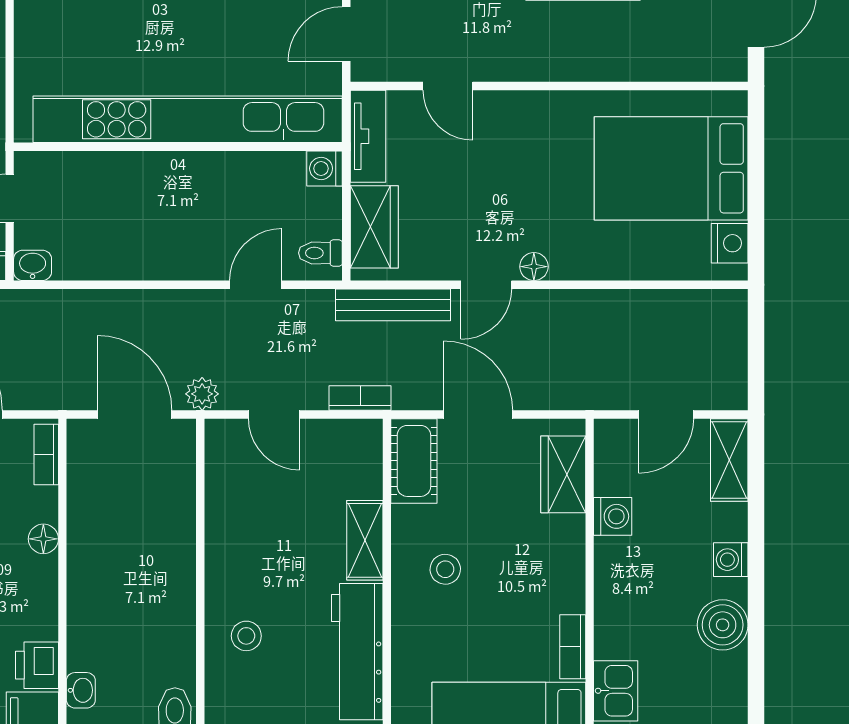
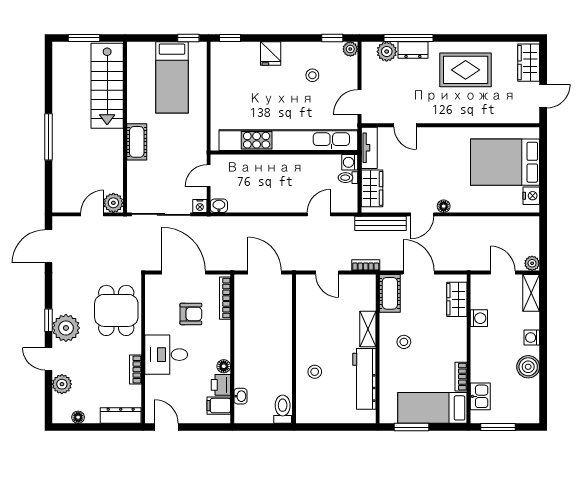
toilet: (320, 253) -> (348, 178), moved
plant: (202, 394) -> (532, 263), moved
door: (666, 415) -> (503, 273), swing flipped
bookcase: (46, 454) -> (225, 298), width x1.56
floor lamp: (43, 539) -> (224, 366), moved

